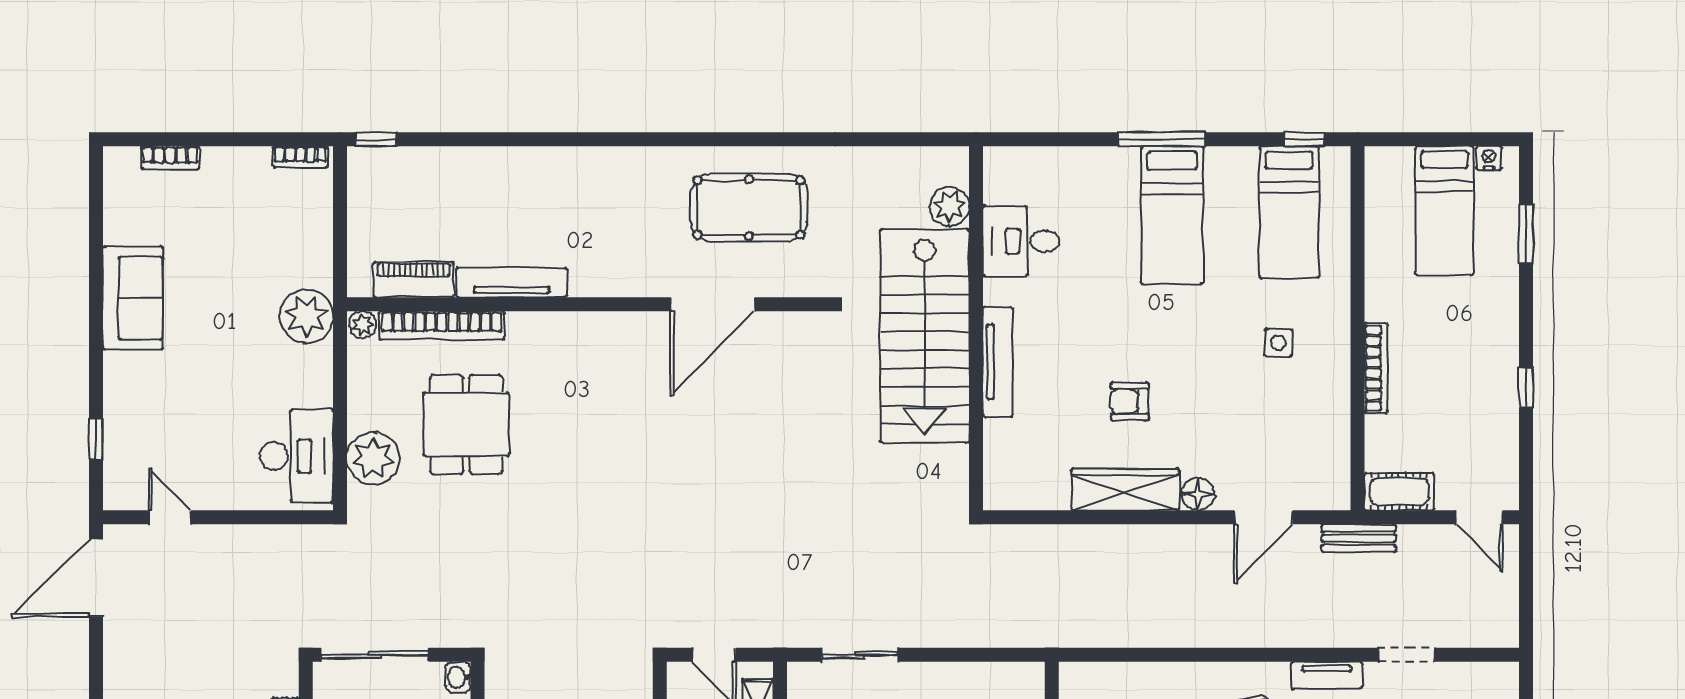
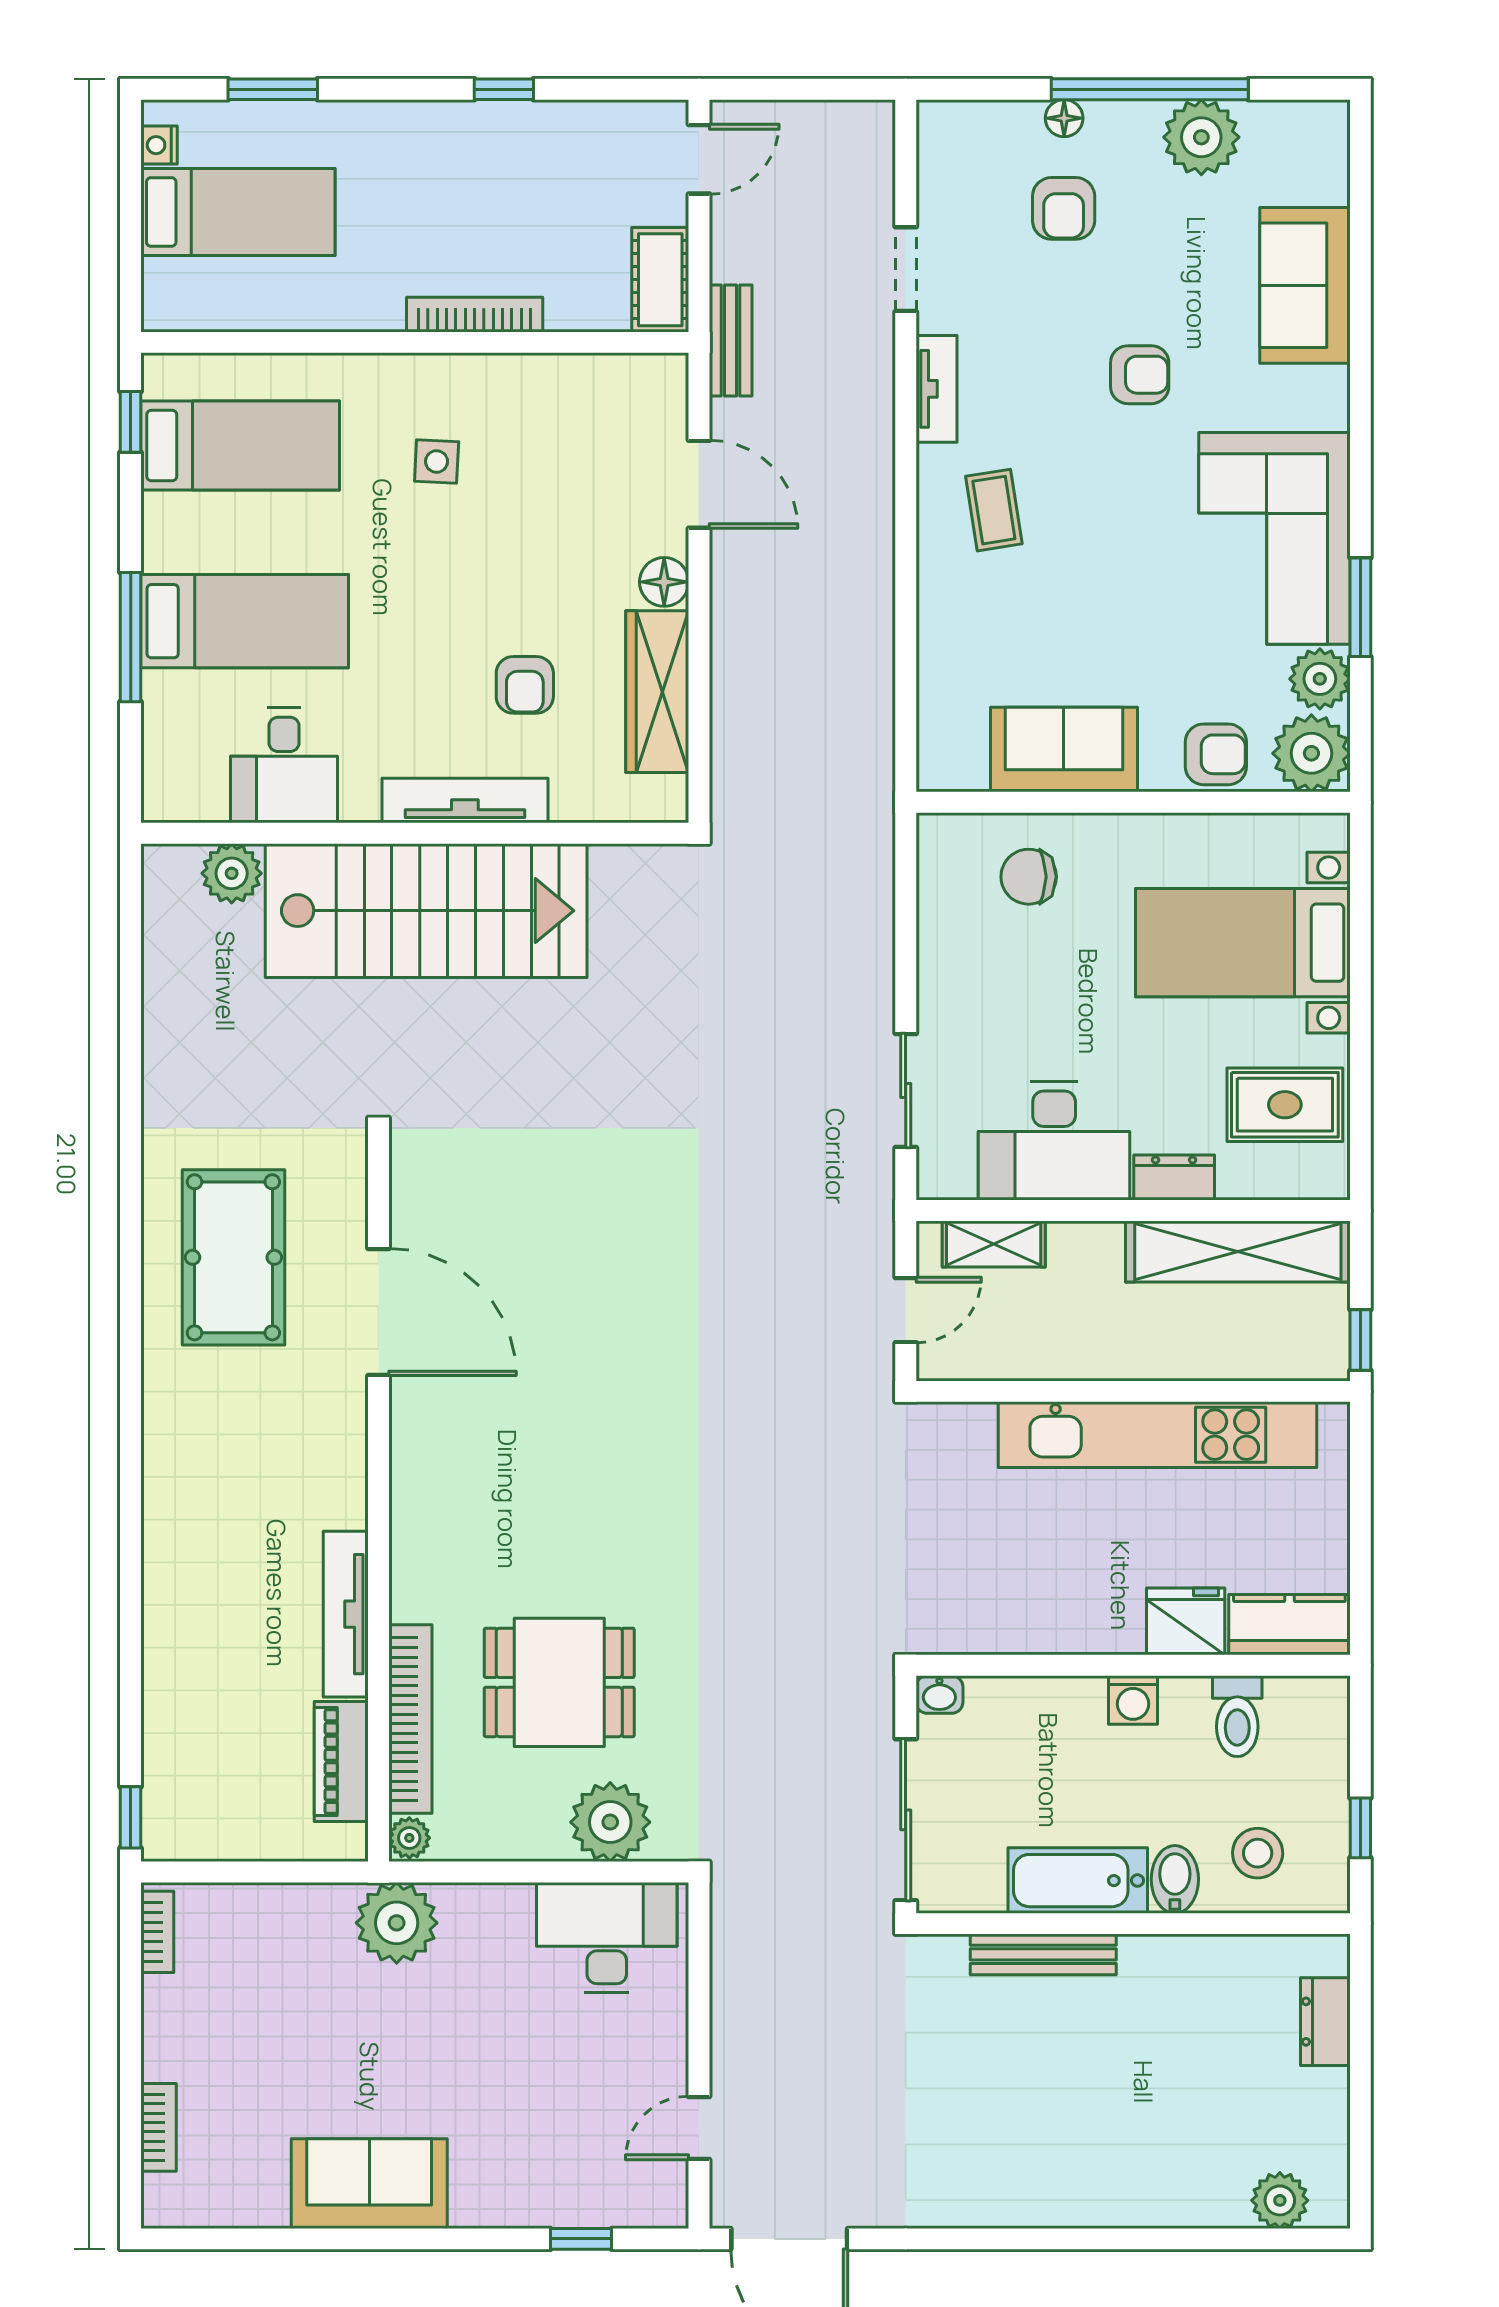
plant: (949, 206) -> (232, 873), moved
desk: (1021, 241) -> (284, 765), moved
wall: (976, 328) -> (415, 833), moved
stairs: (925, 336) -> (426, 911), moved
tv unit: (998, 362) -> (465, 801), moved

